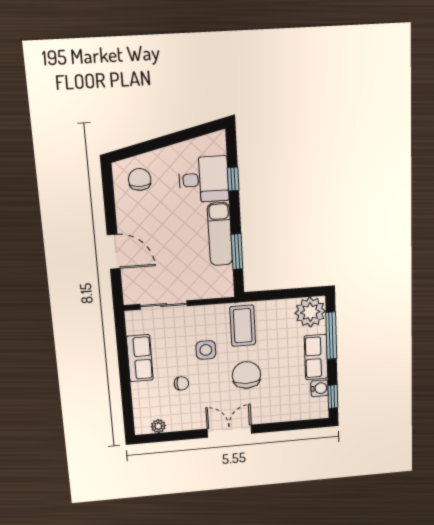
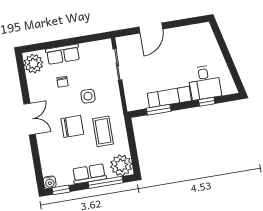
chair: (140, 180) -> (200, 41), removed
coffee table: (243, 326) -> (103, 131), moved, turned 90
row of seats: (140, 358) -> (63, 54), moved
water cooler: (320, 388) -> (50, 182), moved
plant: (158, 426) -> (33, 64), width x1.87, depth x1.87

